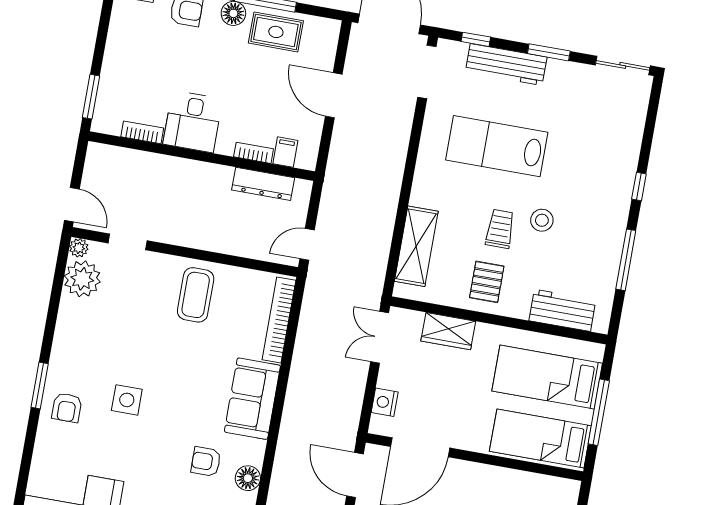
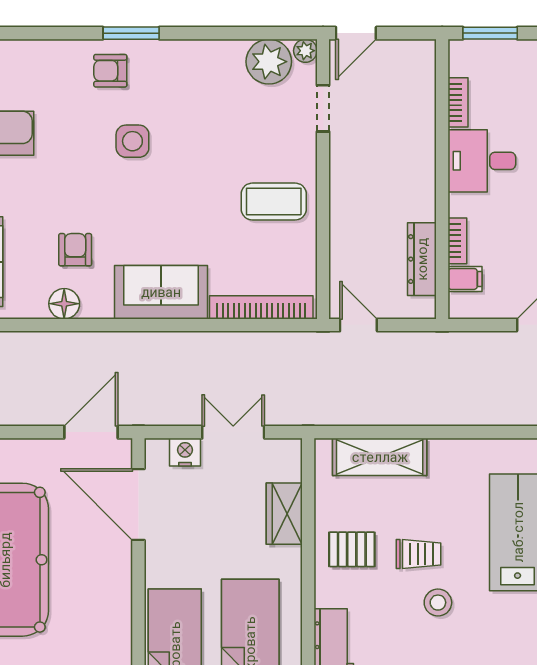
double door: (380, 337) -> (233, 432), moved

